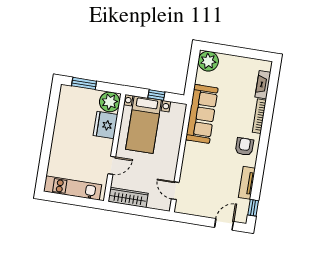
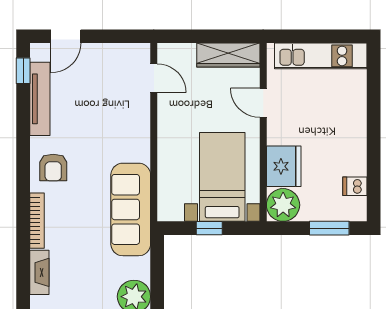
dishwasher: (65, 106) -> (355, 186), added
door: (112, 165) -> (263, 103), hinge flipped
tv unit: (247, 183) -> (40, 99), width x1.41

